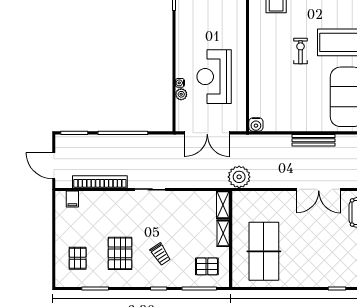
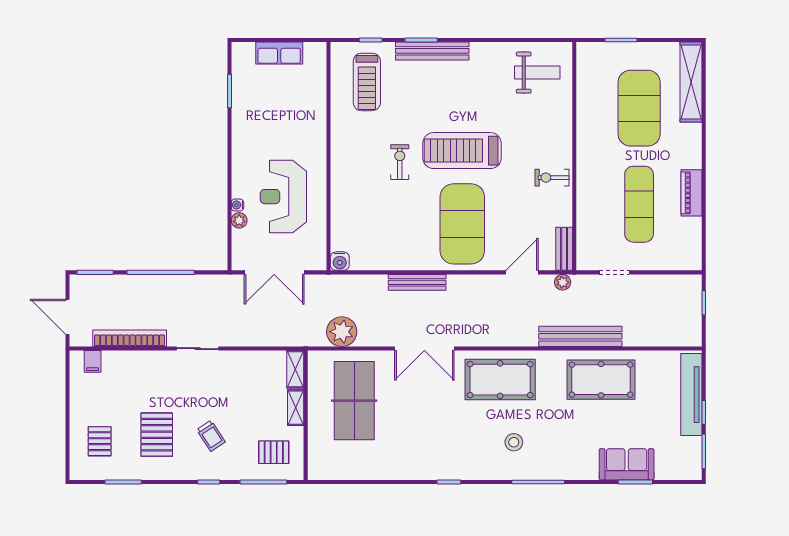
plant: (239, 177) -> (342, 332), moved
table tennis table: (264, 251) -> (354, 401), moved

